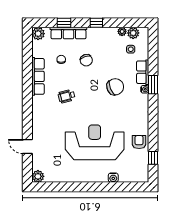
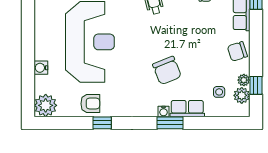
window: (96, 23) -> (256, 85), moved
chair: (86, 60) -> (237, 51), moved
window: (153, 158) -> (102, 123), moved
plant: (140, 174) -> (46, 105), added

